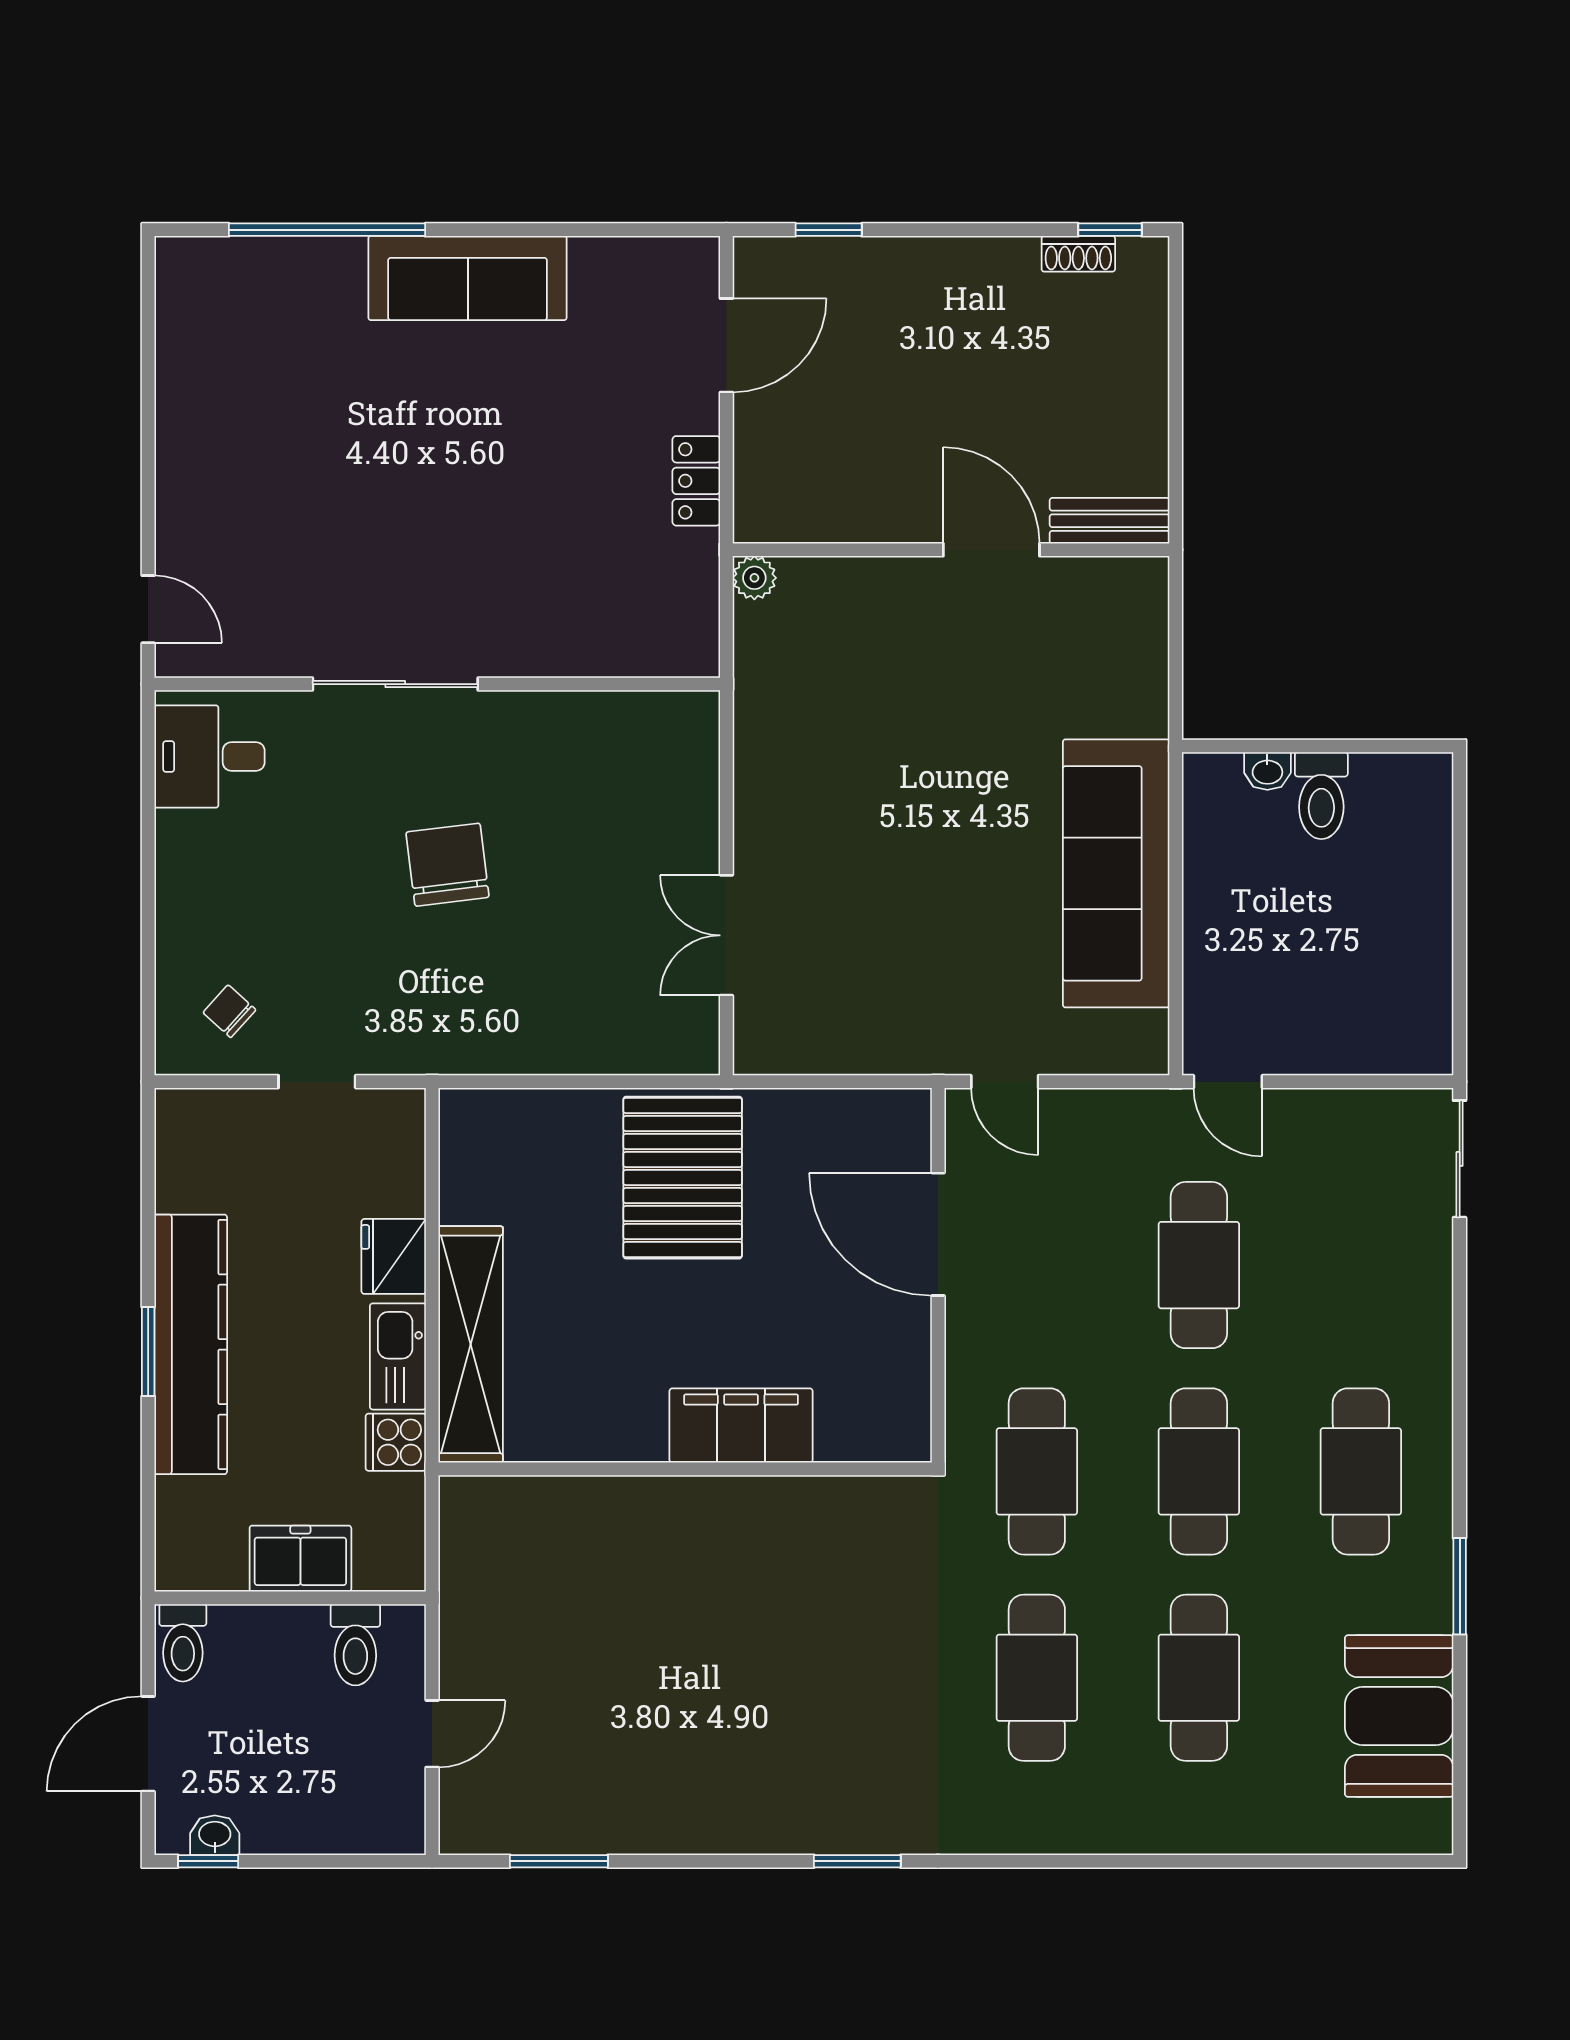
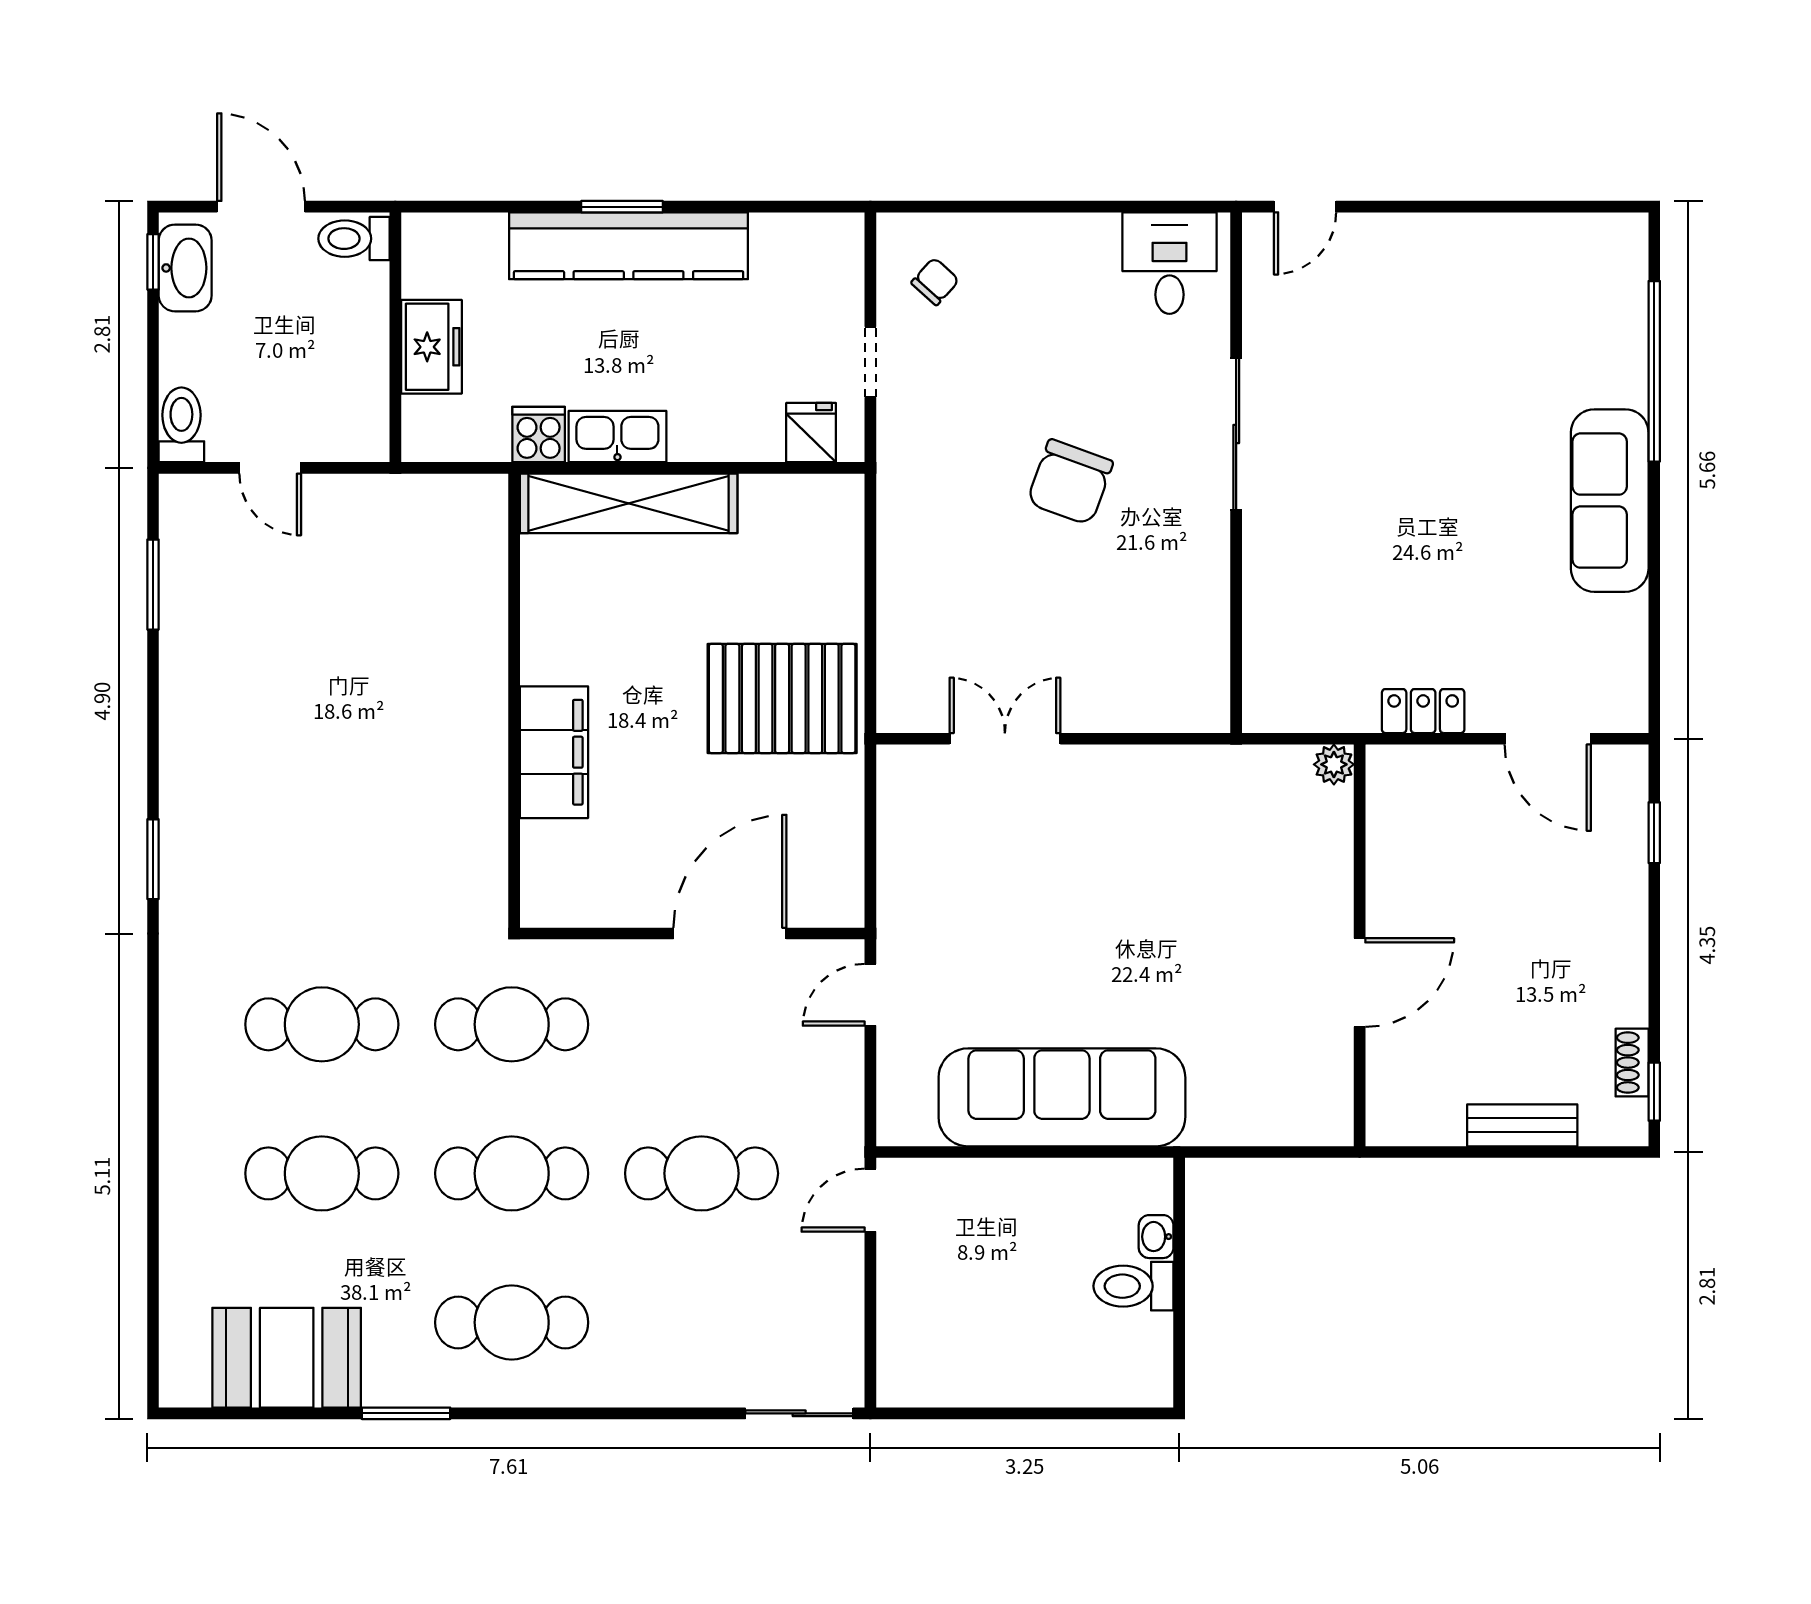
bench: (1110, 521) -> (1522, 1125), moved, turned 90
chair: (448, 865) -> (1070, 482), turned 117
fridge: (394, 1256) -> (811, 433), moved, width x0.72
toilet: (355, 1645) -> (181, 425), moved, turned 90
washbasin: (215, 1835) -> (185, 268), width x1.91, depth x1.45

